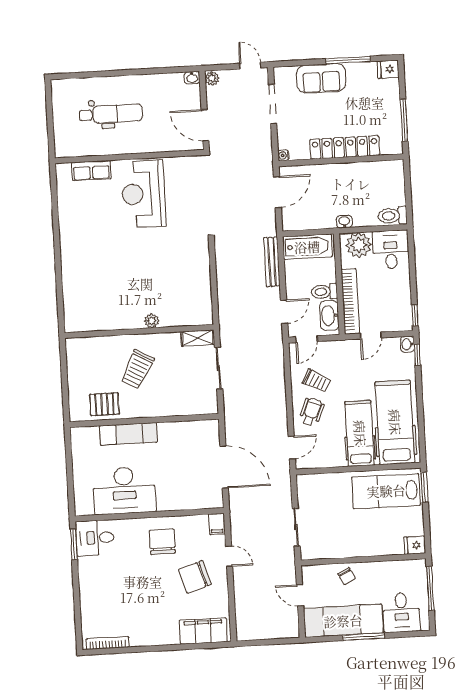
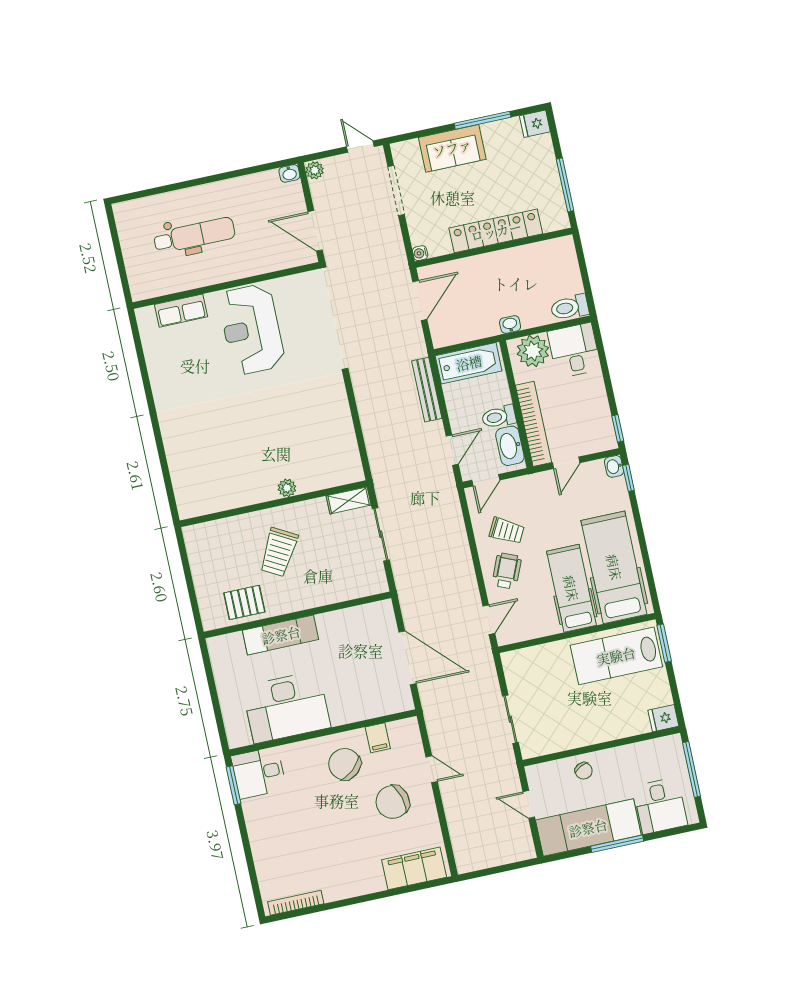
filing cabinet: (217, 524) -> (378, 738), moved
chair: (162, 542) -> (345, 764), turned -41

